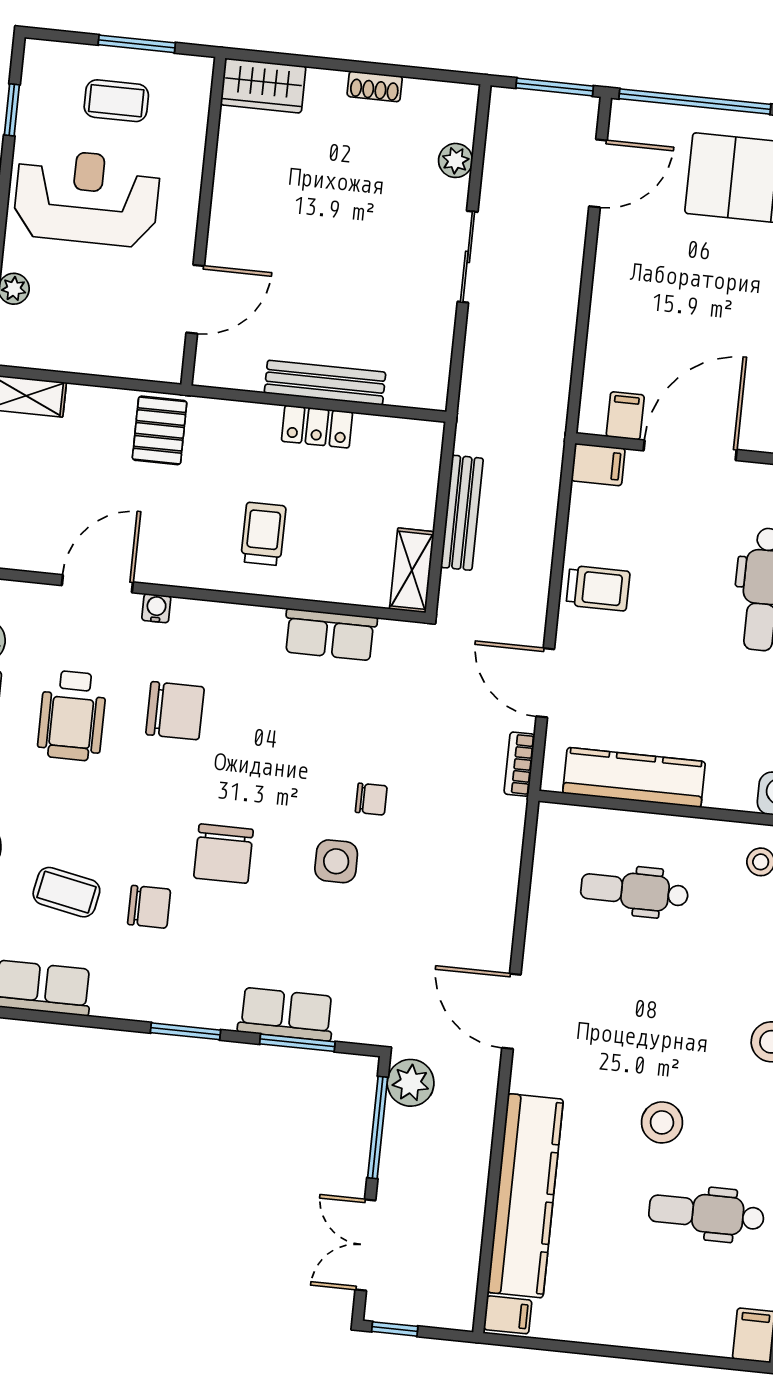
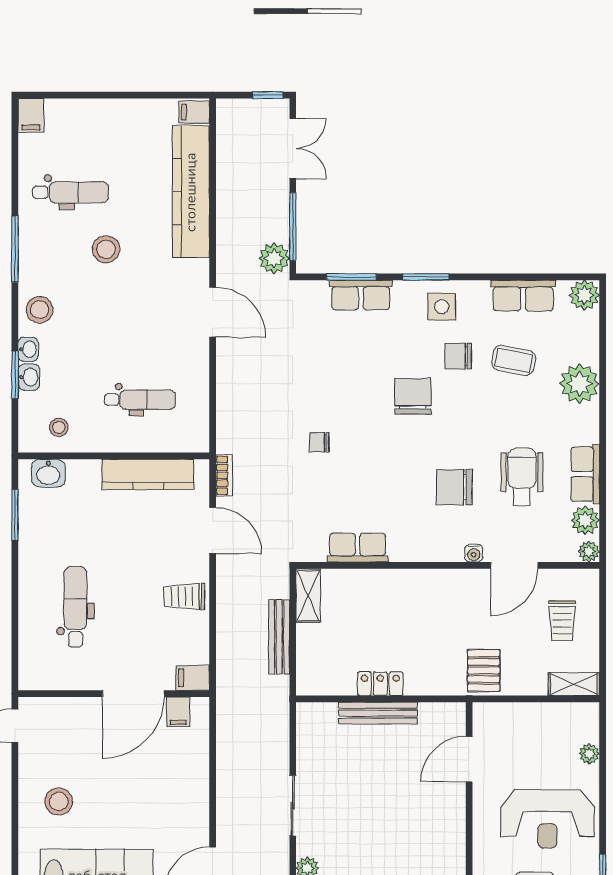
trolley: (263, 534) -> (562, 621), moved
side table: (336, 861) -> (442, 307), moved

